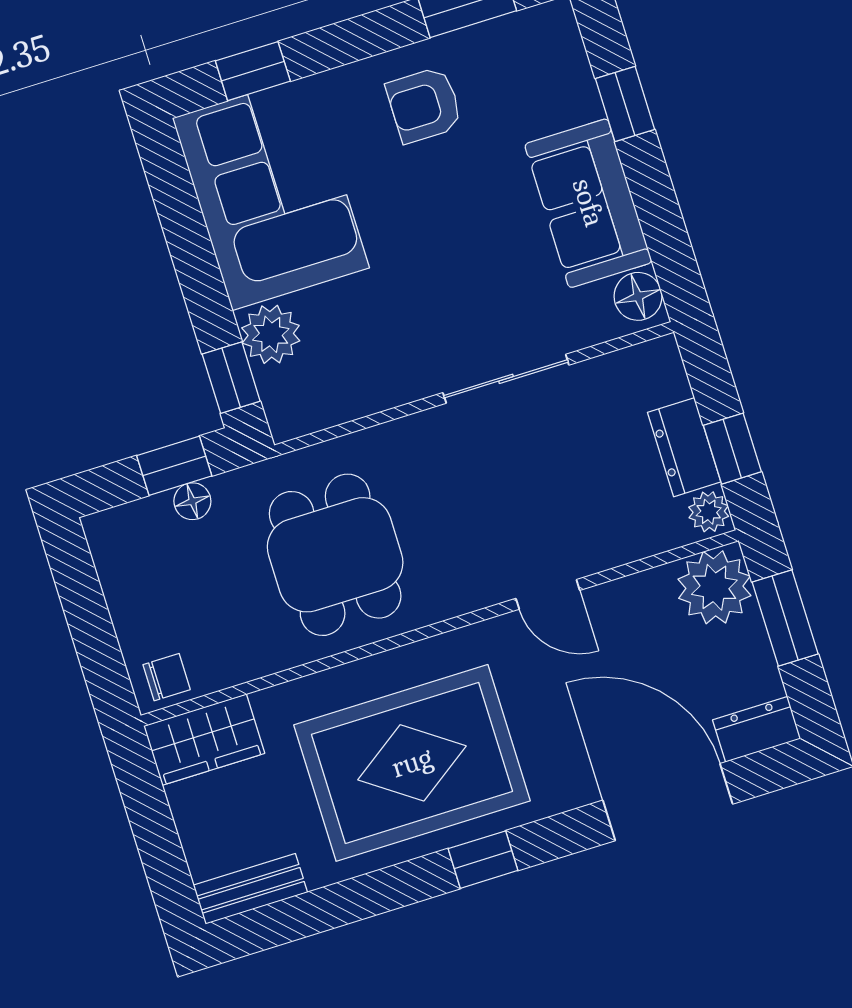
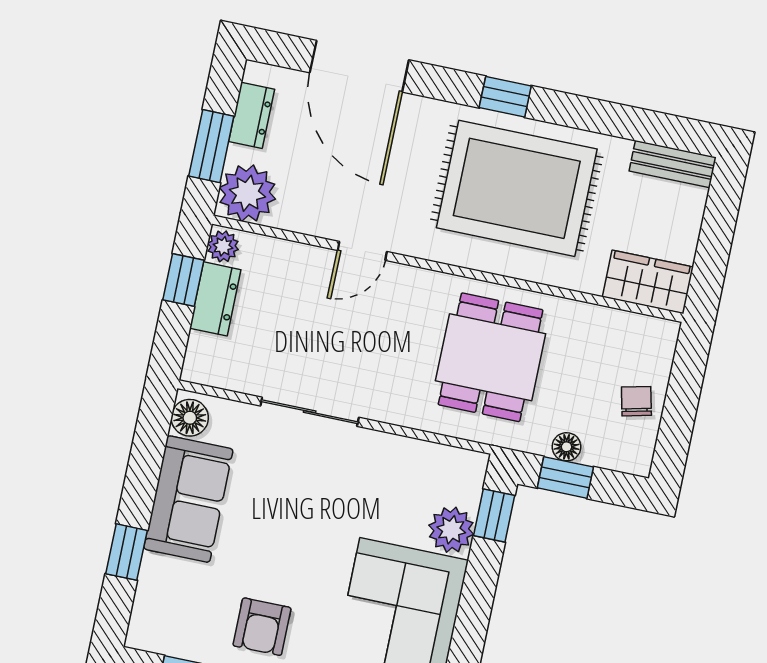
armchair: (424, 105) -> (262, 627), turned 90
door: (548, 594) -> (362, 251), swing flipped
chair: (167, 677) -> (636, 401), moved, turned 77
dresser: (757, 729) -> (252, 115), moved, turned -90

